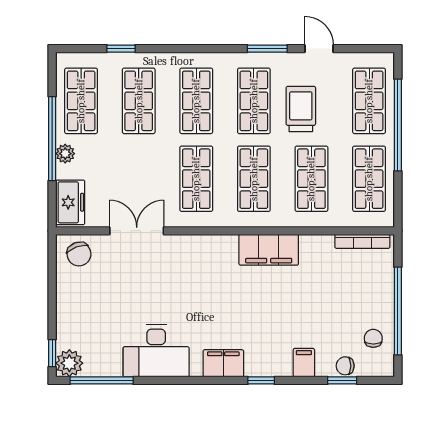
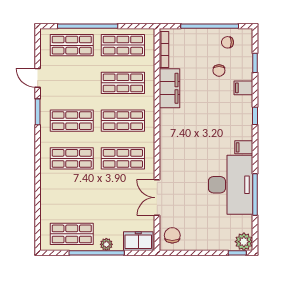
window: (121, 49) -> (38, 208), removed
door: (319, 49) -> (38, 78), hinge flipped
shop shelf: (139, 101) -> (72, 196), removed
trolley: (301, 109) -> (77, 90), removed
filing cabinet: (269, 250) -> (169, 88), moved
chair: (79, 254) -> (172, 235), turned -70
desk: (156, 351) -> (231, 185), width x1.36, depth x1.30
filing cabinet: (223, 363) -> (244, 147), width x0.50
chair: (345, 366) -> (219, 70), moved
window: (102, 380) -> (255, 194), moved

